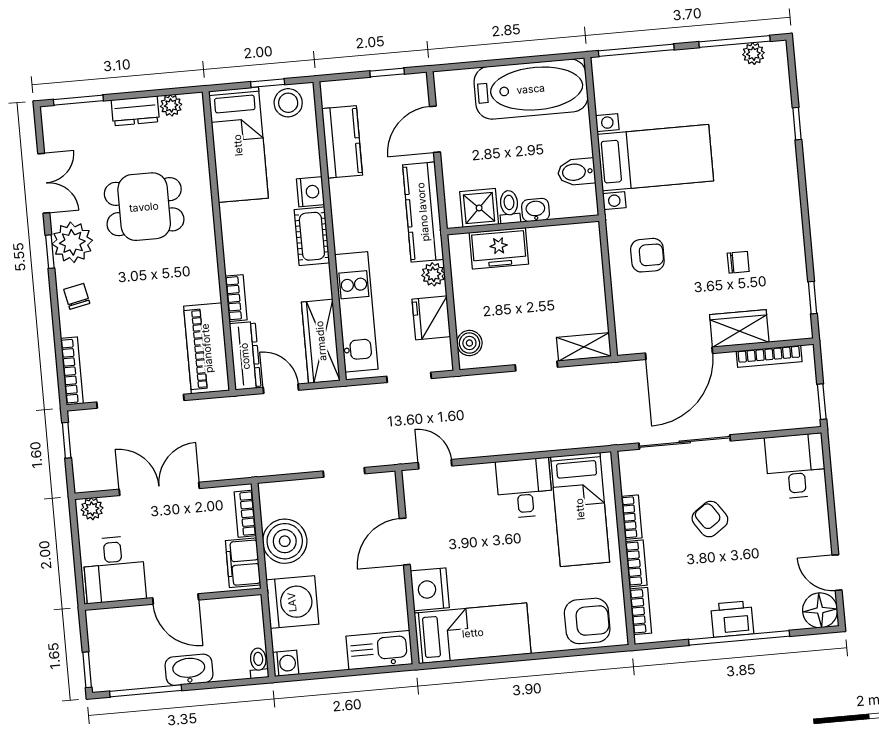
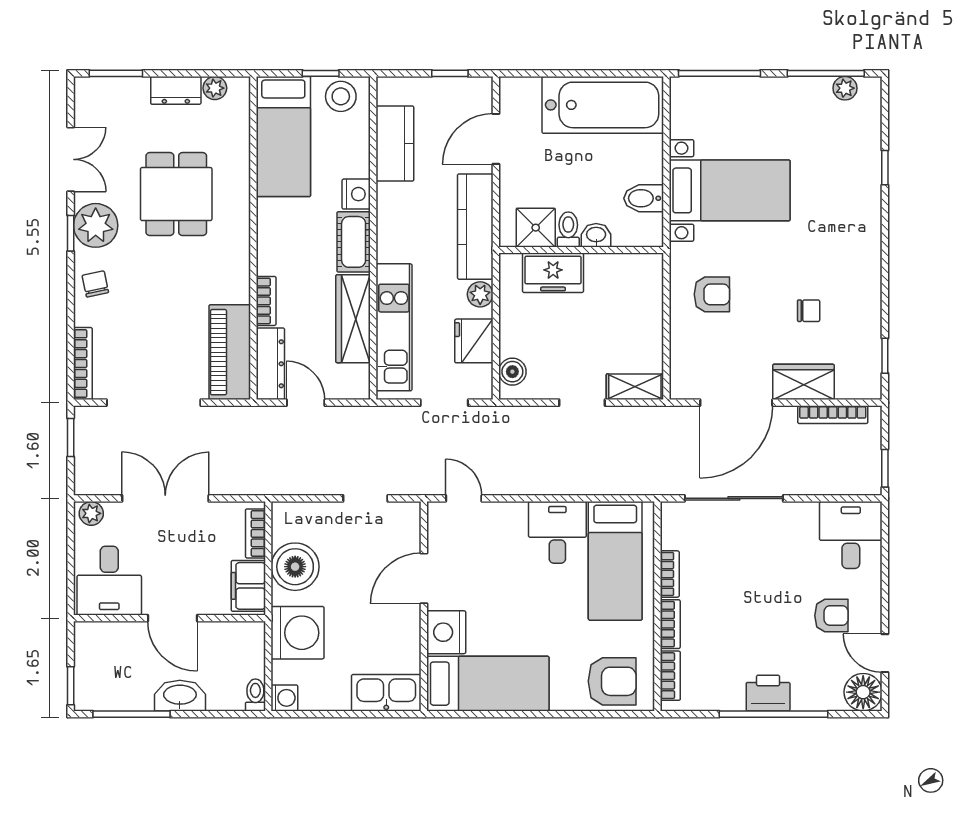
dining table: (144, 207) -> (176, 194), turned 90
wardrobe: (321, 341) -> (353, 319), moved
armchair: (710, 519) -> (831, 616), moved, turned 125

